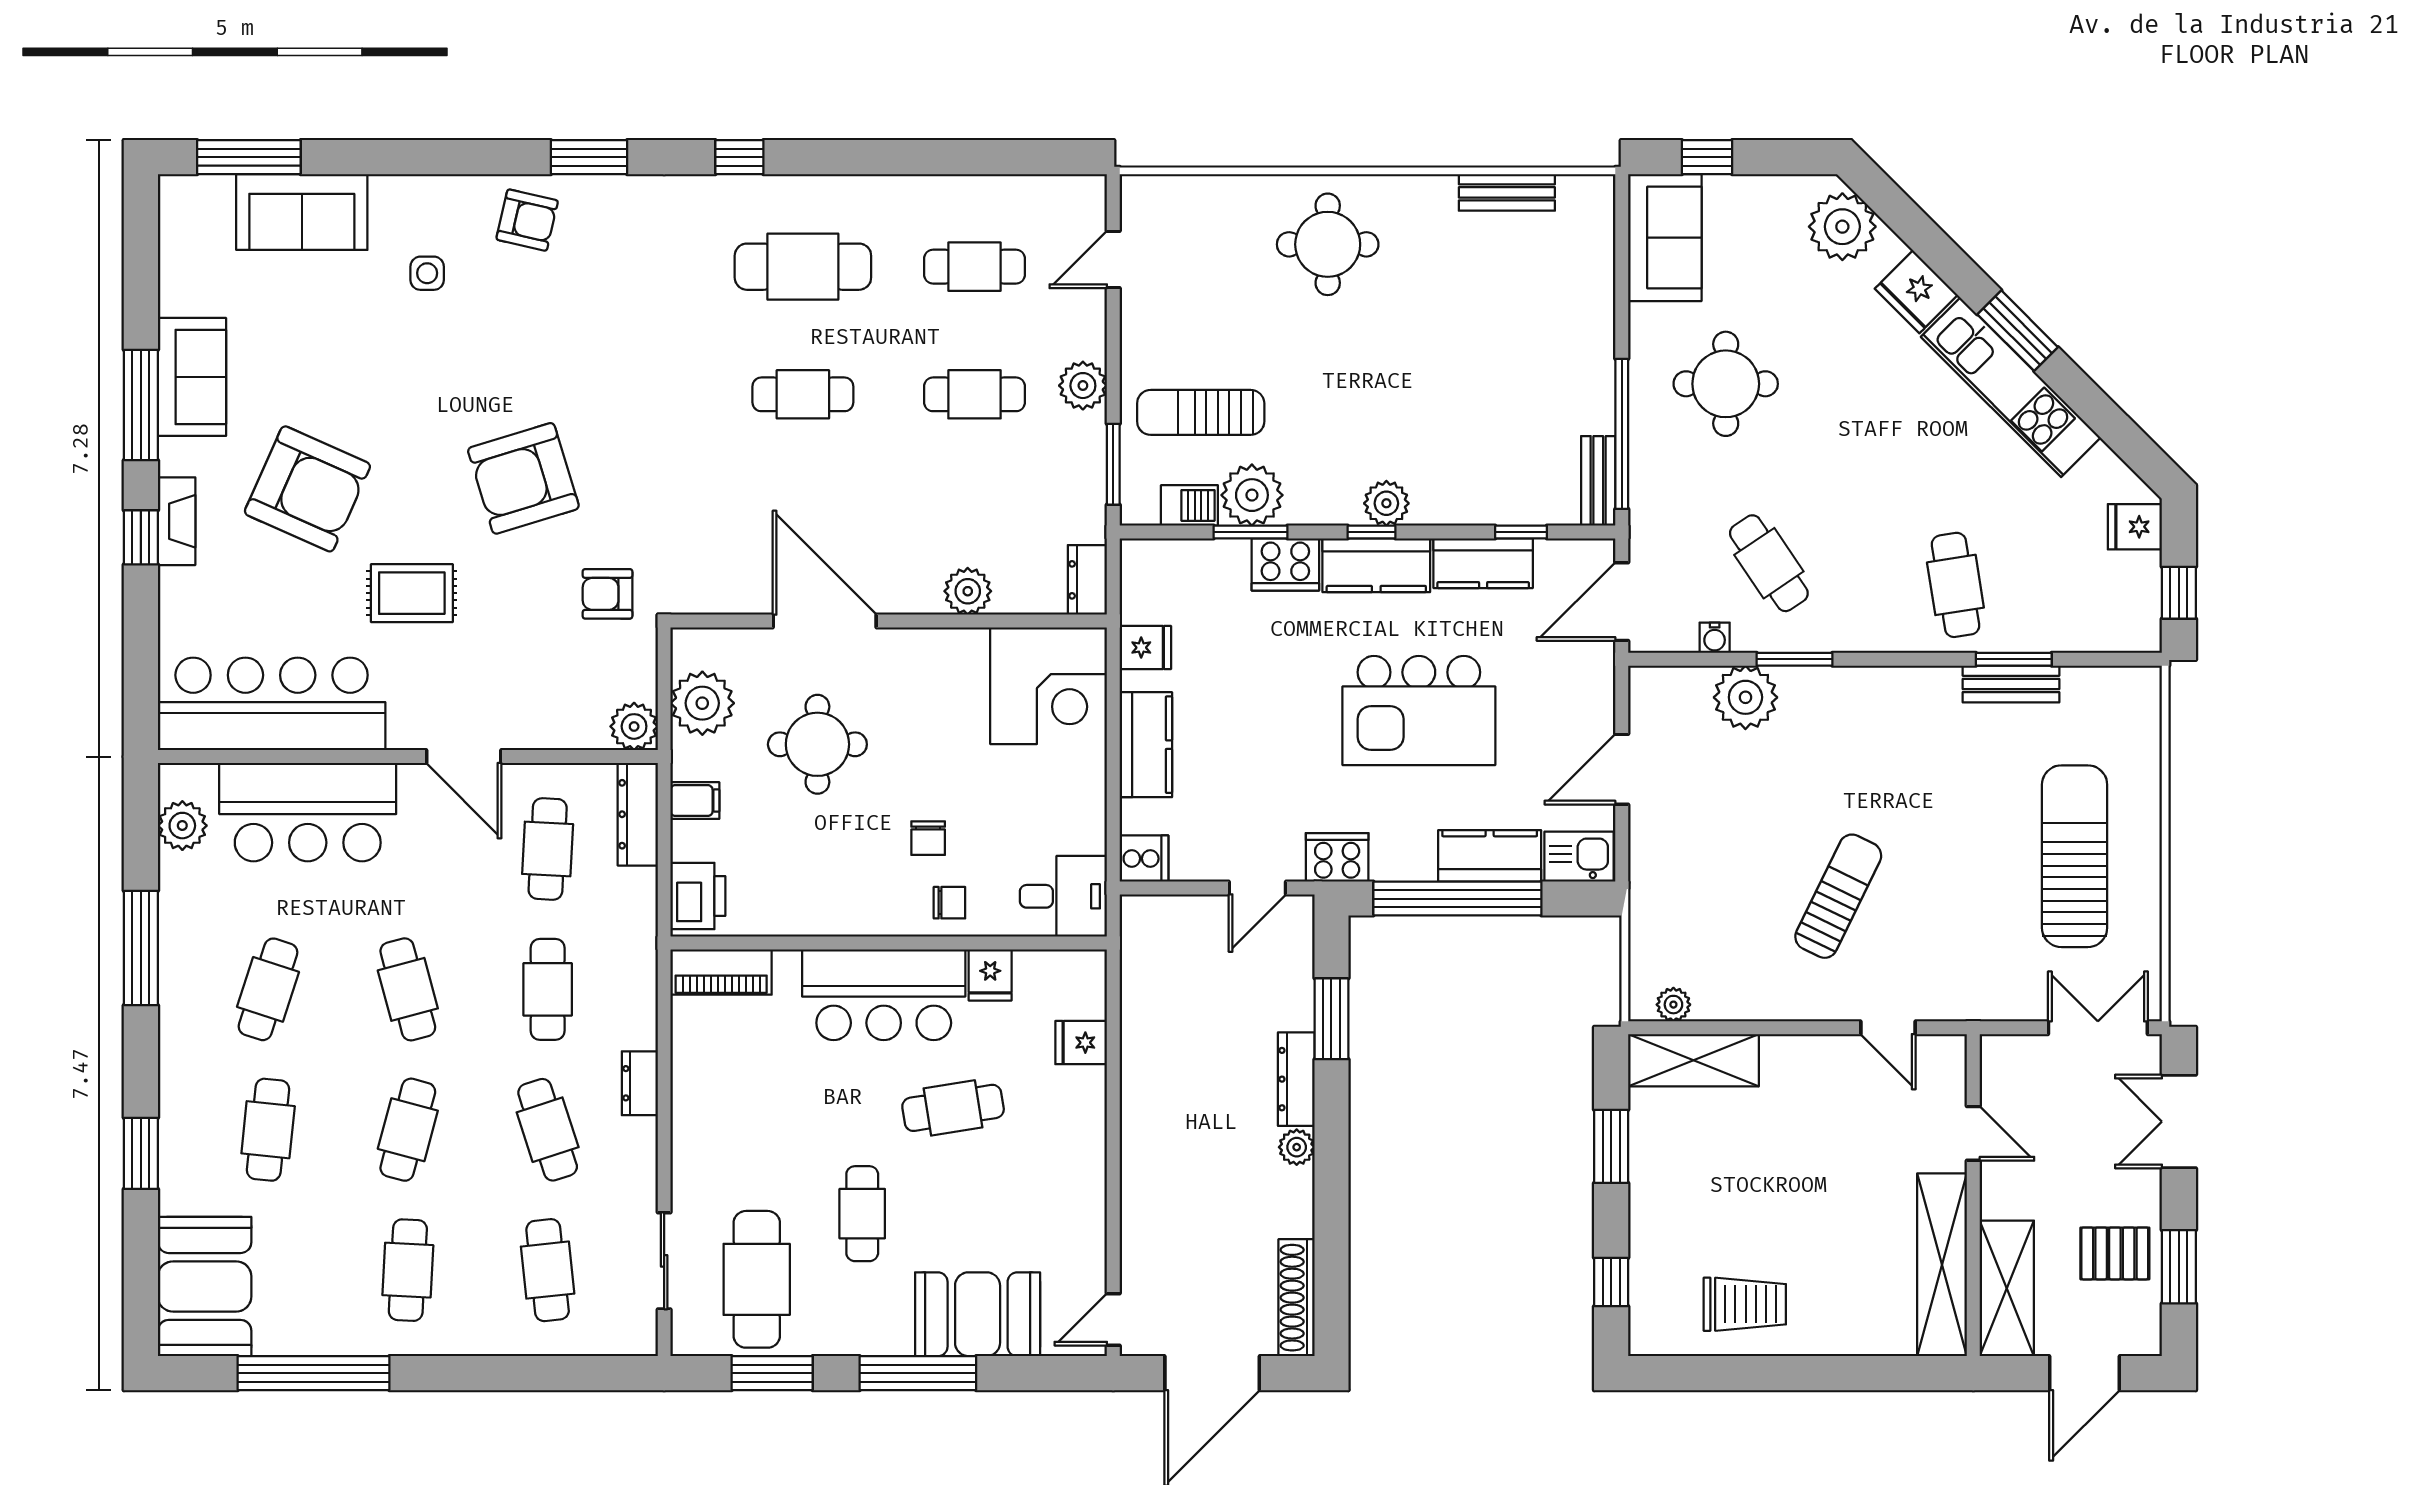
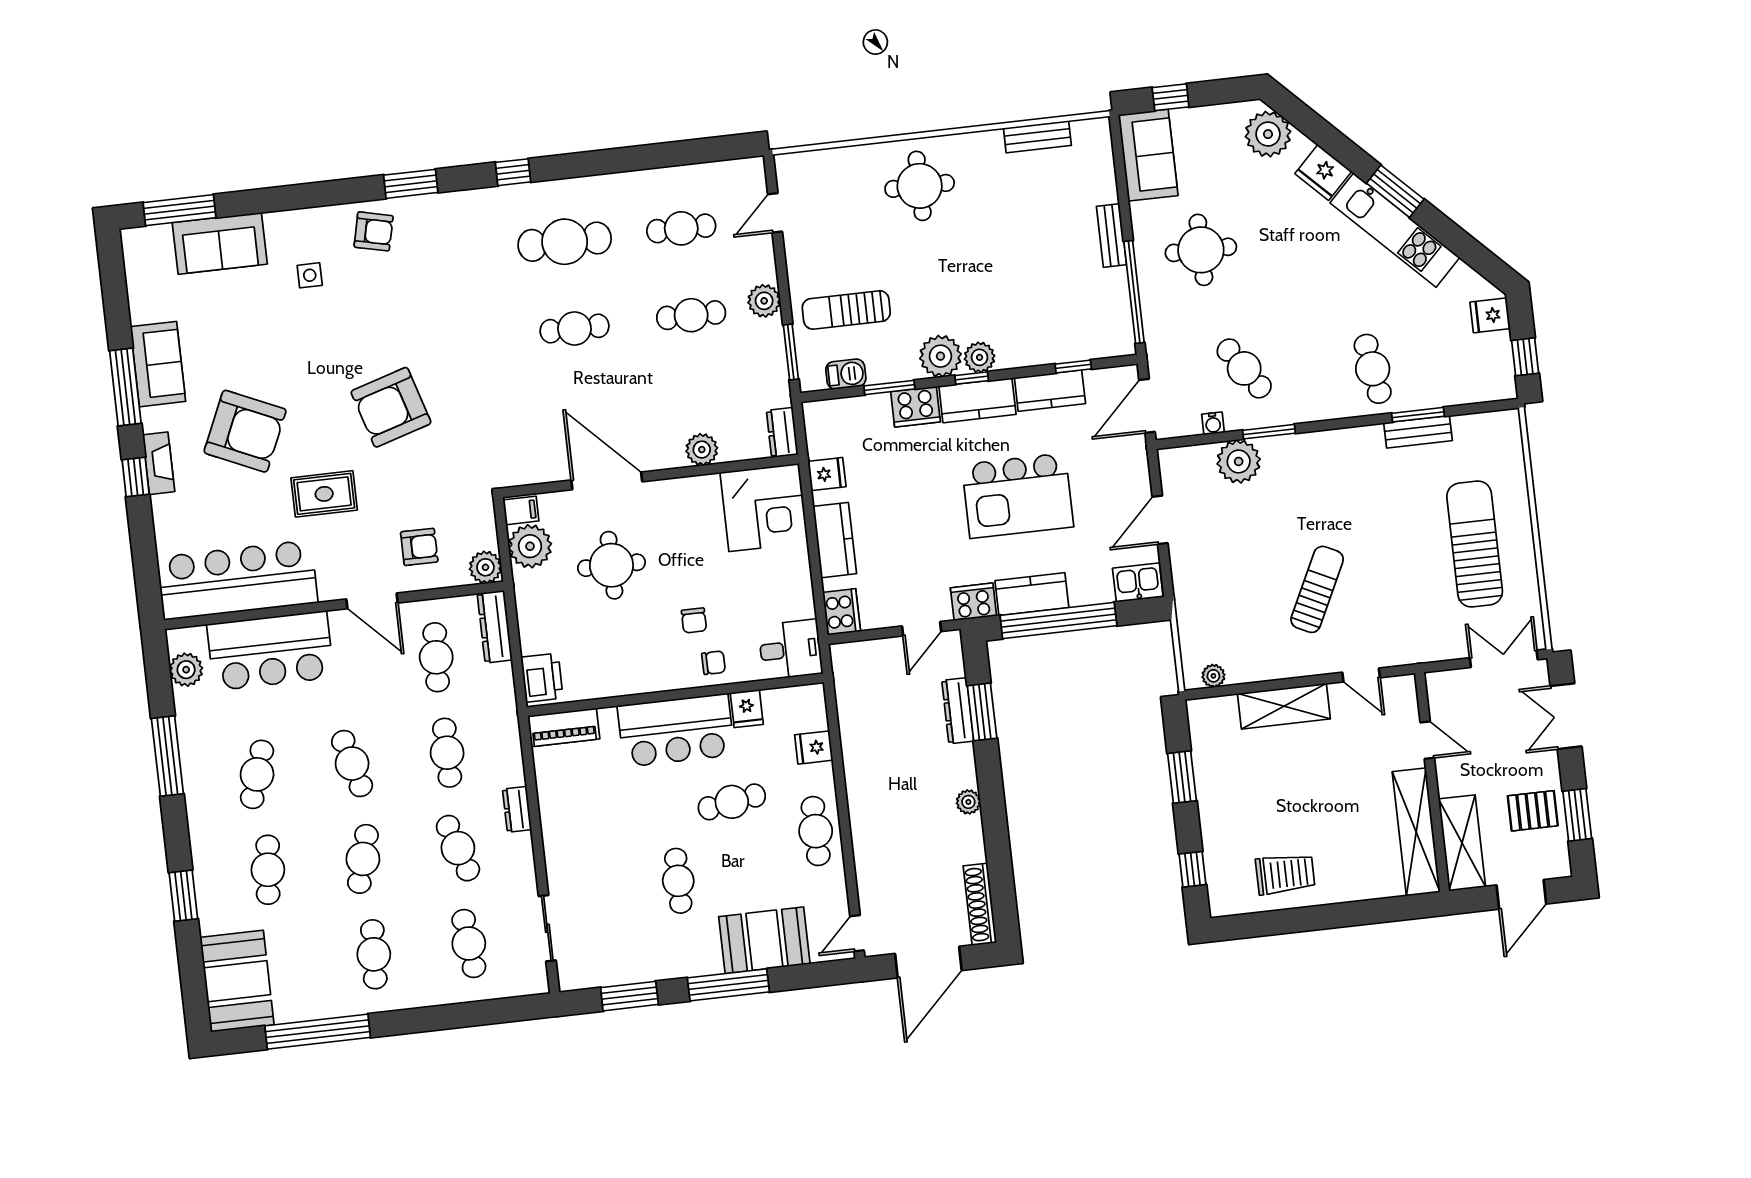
bench: (1598, 481) -> (1111, 235), moved
plant: (1252, 495) -> (940, 356), moved
armchair: (608, 594) -> (419, 547), moved, turned 180
filing cabinet: (695, 801) -> (521, 510), moved
kitchen counter: (1490, 856) -> (1032, 594), moved
cooker: (1144, 859) -> (842, 612), width x1.36
shelving: (1693, 1060) -> (1284, 706), moved
dresser: (1296, 1079) -> (958, 711), moved
cafe table: (757, 1279) -> (816, 831), moved, width x0.73, depth x0.74

